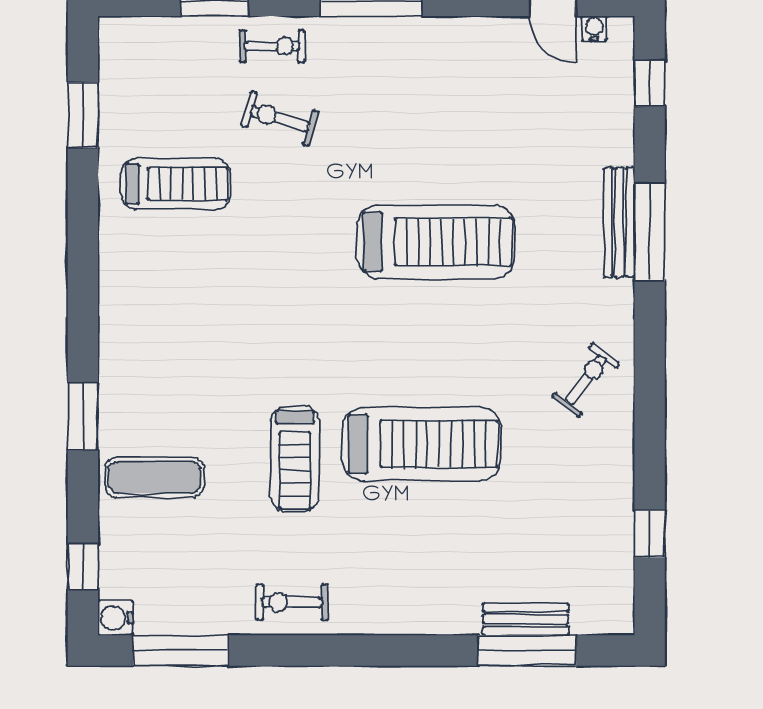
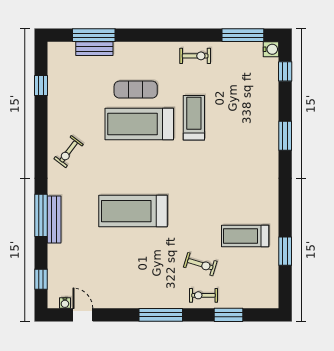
window: (83, 115) -> (285, 251), moved
exercise mat: (155, 477) -> (136, 90), moved

